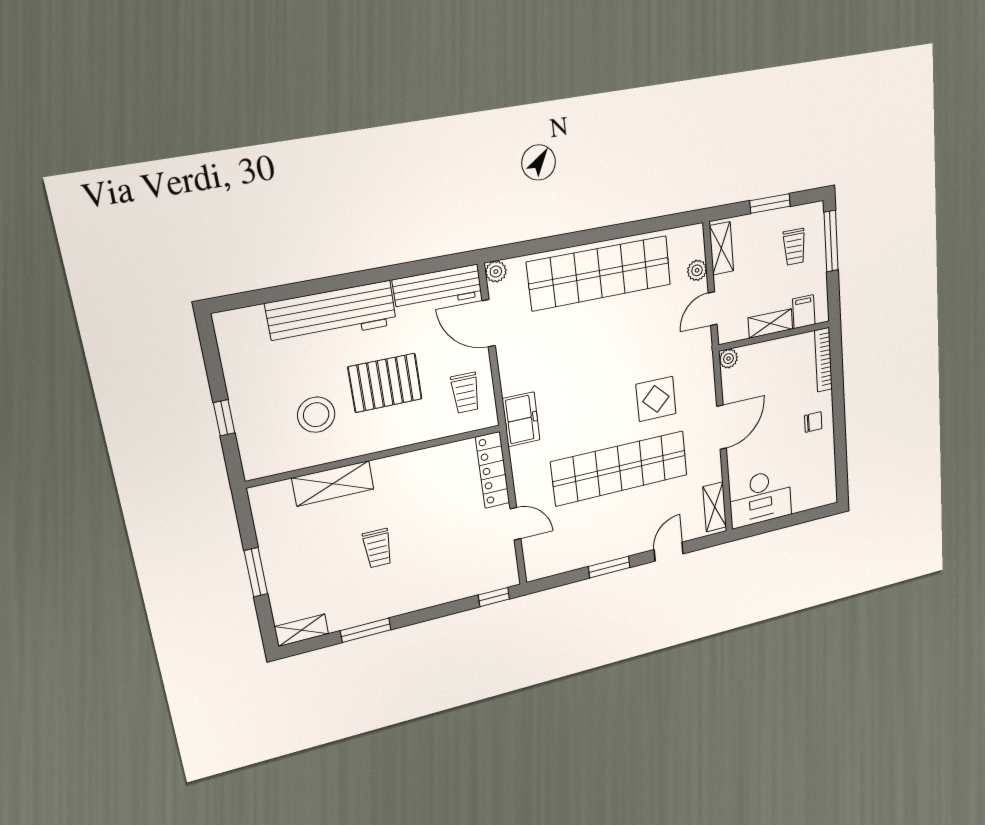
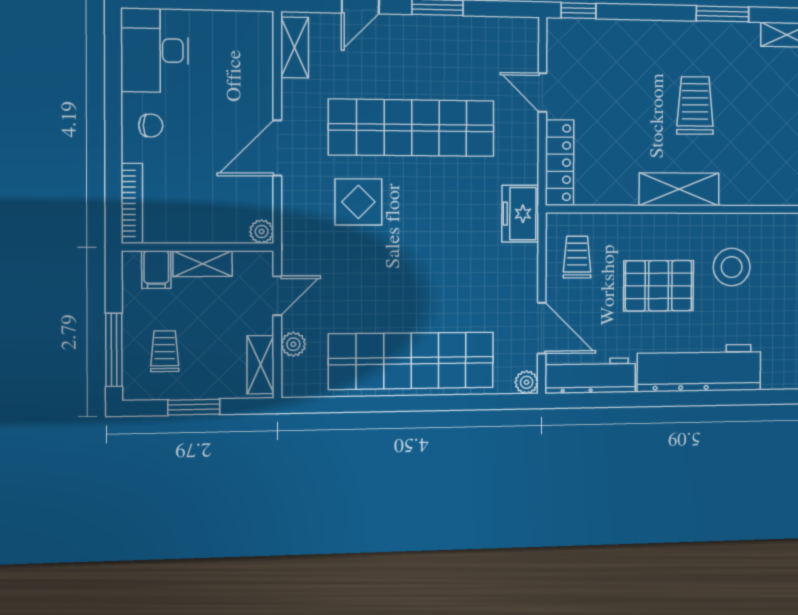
chair: (813, 422) -> (151, 125), turned 180
shelving: (333, 484) -> (679, 189), moved
desk: (760, 498) -> (155, 50), moved, turned -90
trolley: (378, 548) -> (695, 105), width x1.36, depth x1.39

